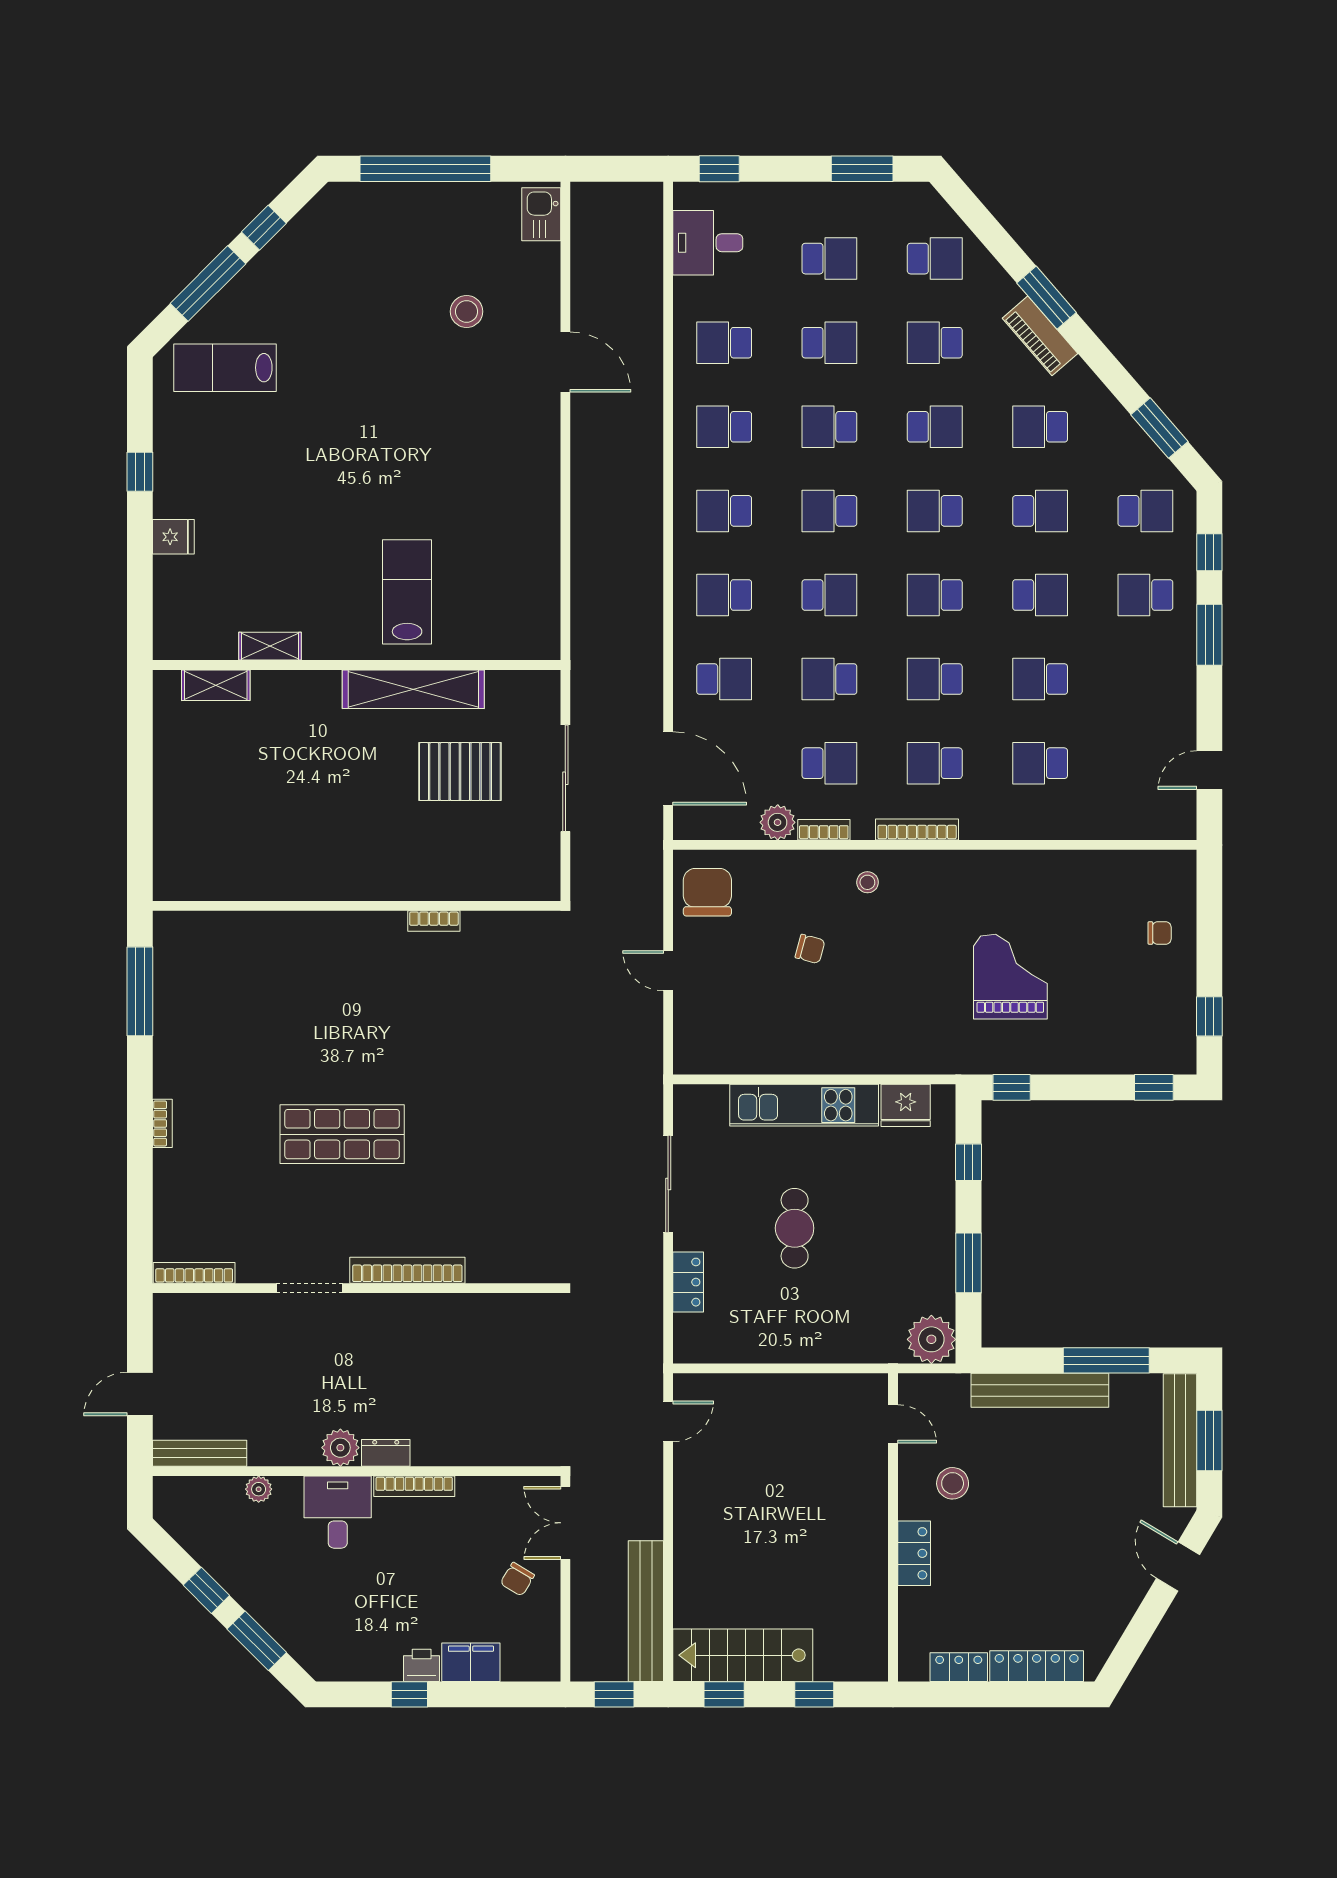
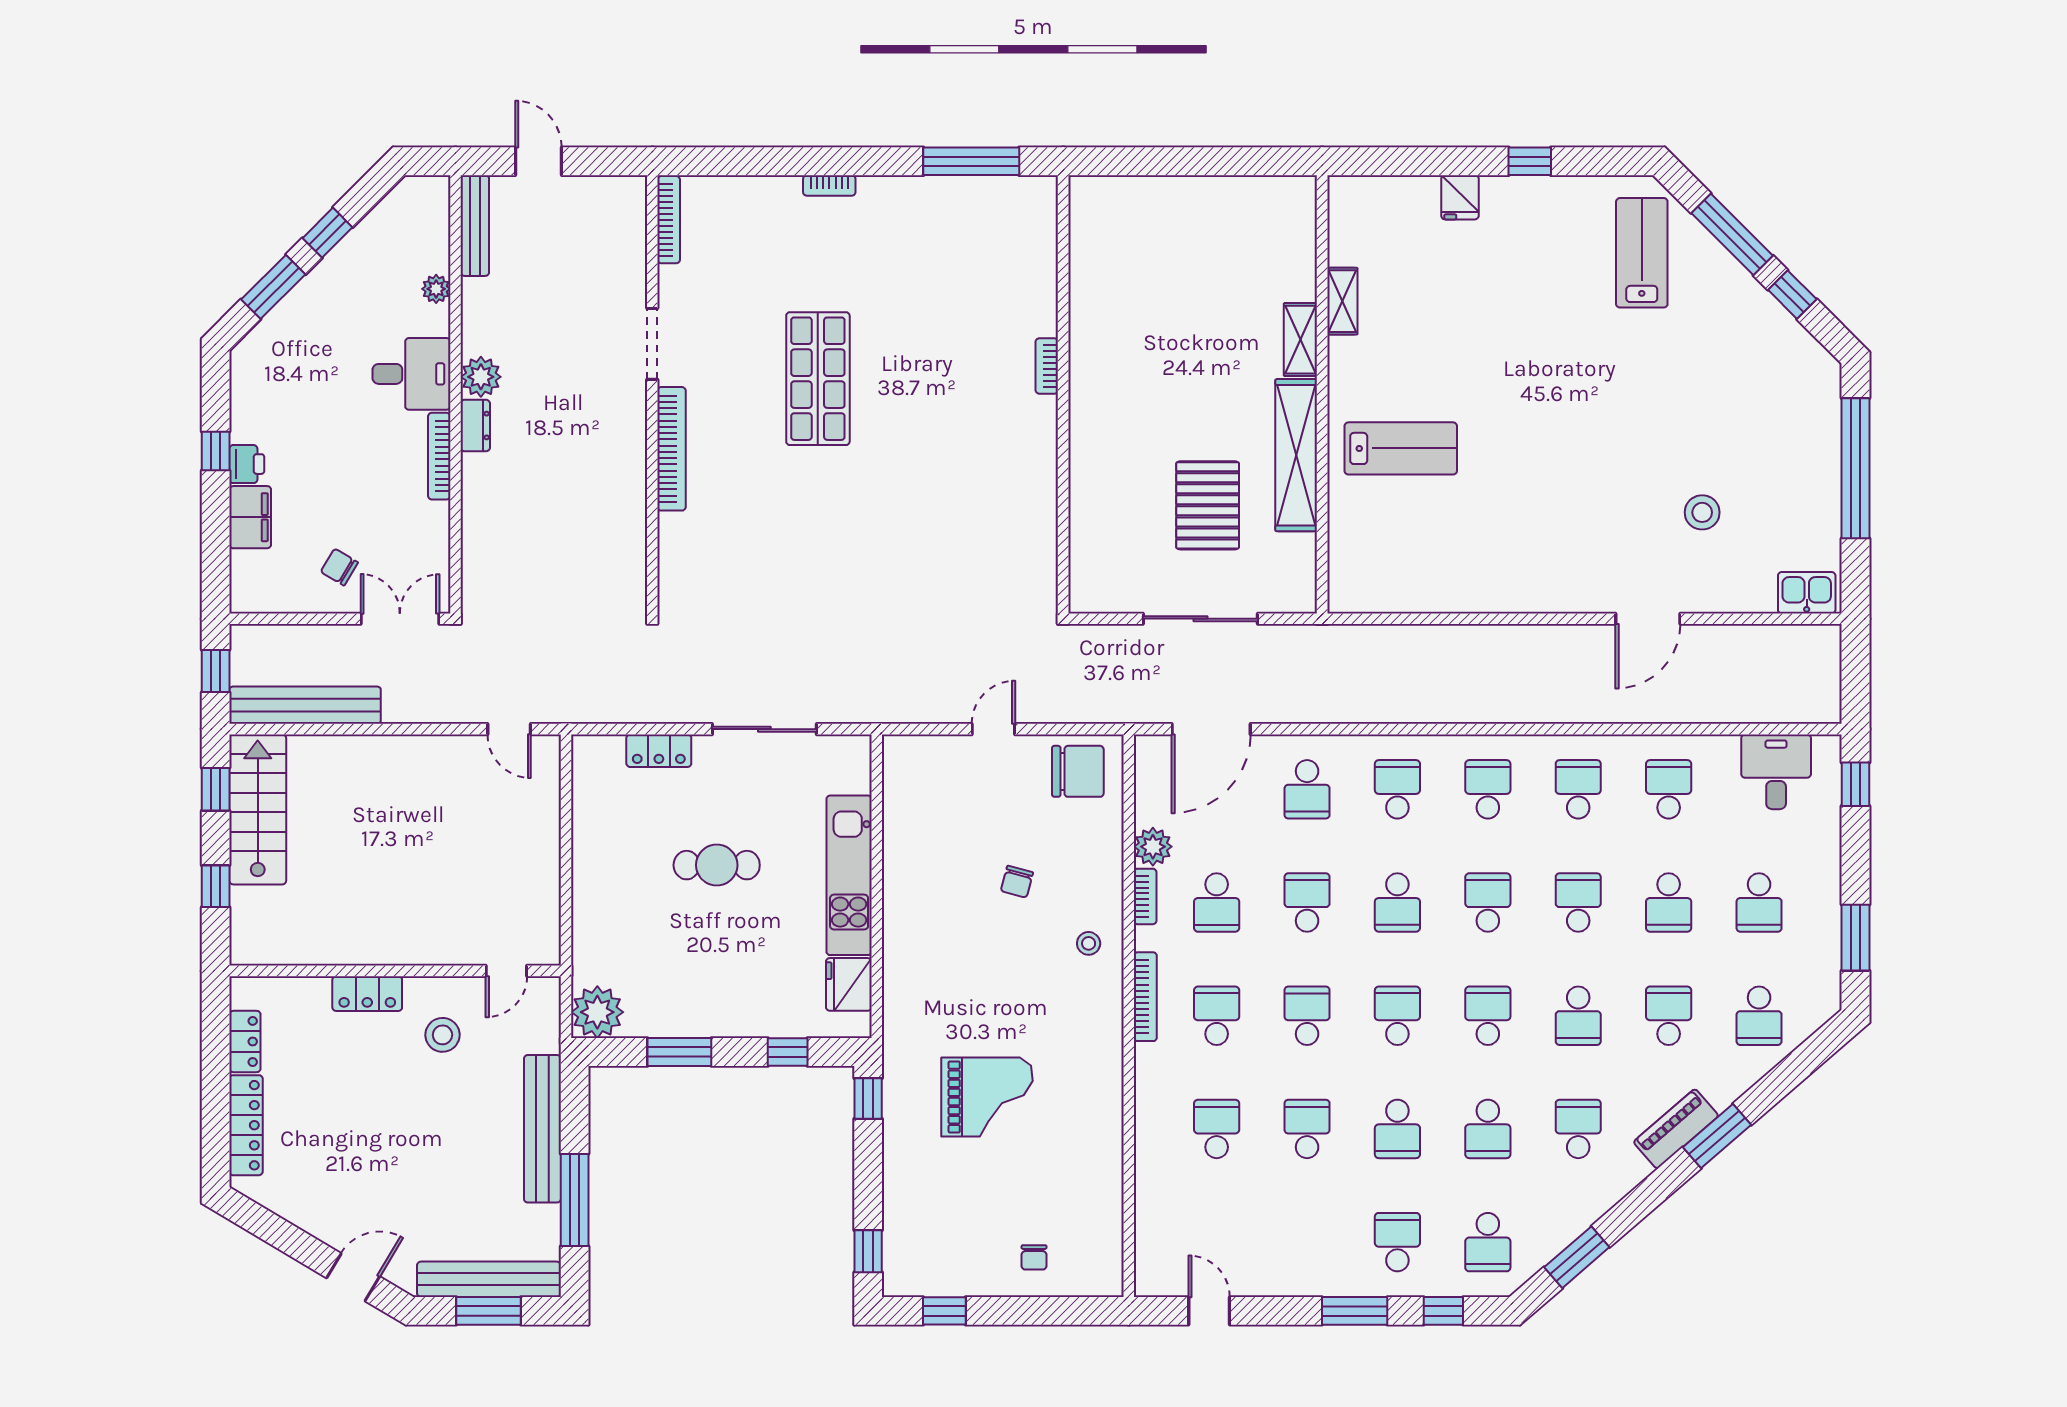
shelving: (216, 685) -> (1300, 340), moved
bookcase: (434, 921) -> (1047, 366), moved

